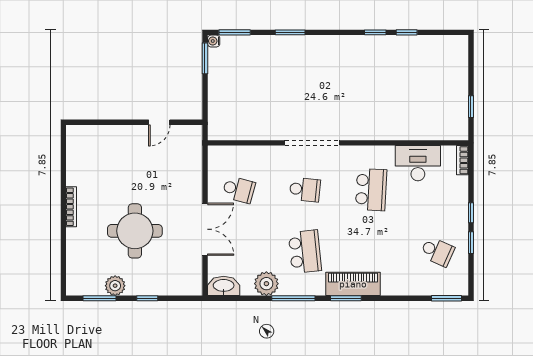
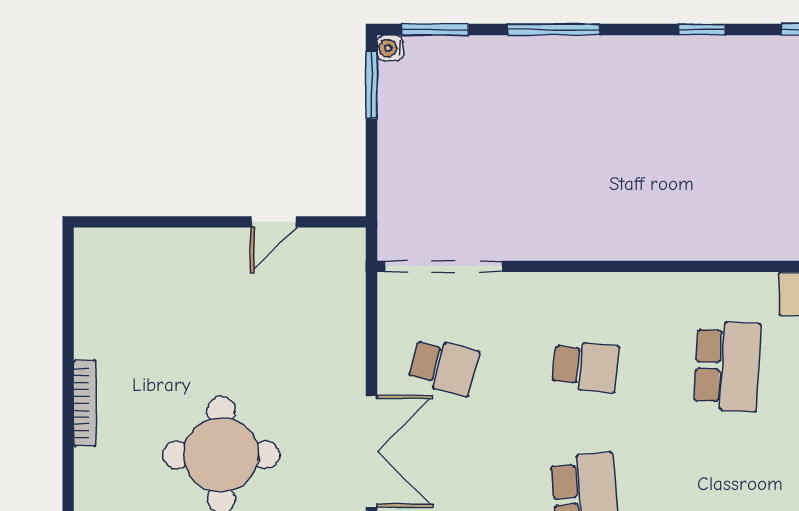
window: (290, 32) -> (554, 30), width x1.44
window: (375, 32) -> (702, 30), moved
doorway: (312, 143) -> (444, 266), moved

